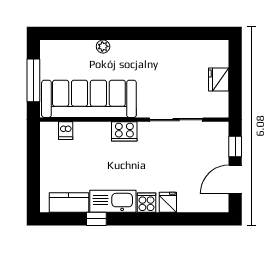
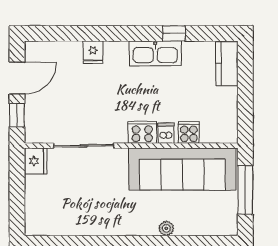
fridge: (219, 80) -> (36, 161), moved
dishwasher: (66, 131) -> (166, 133), moved
kitchen counter: (69, 203) -> (227, 64), moved, turned 90
cooker: (146, 203) -> (189, 132), moved, turned 180

